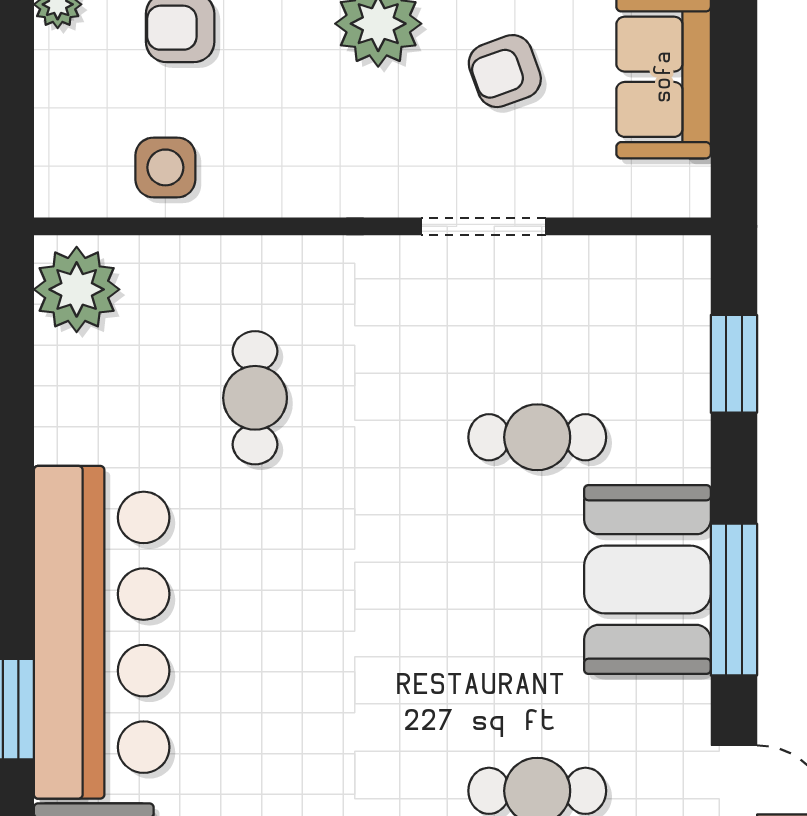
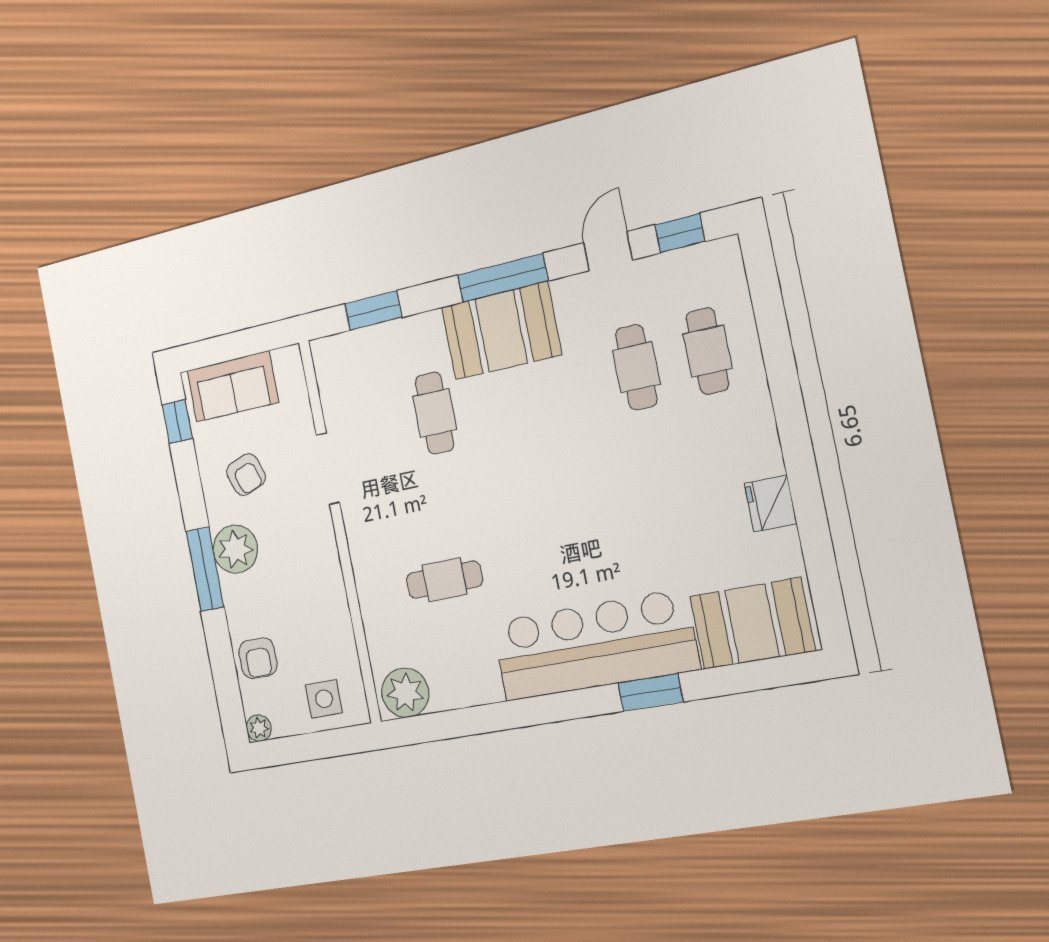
side table: (165, 167) -> (324, 699), moved

